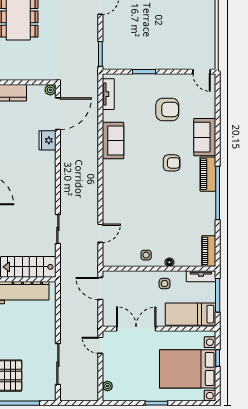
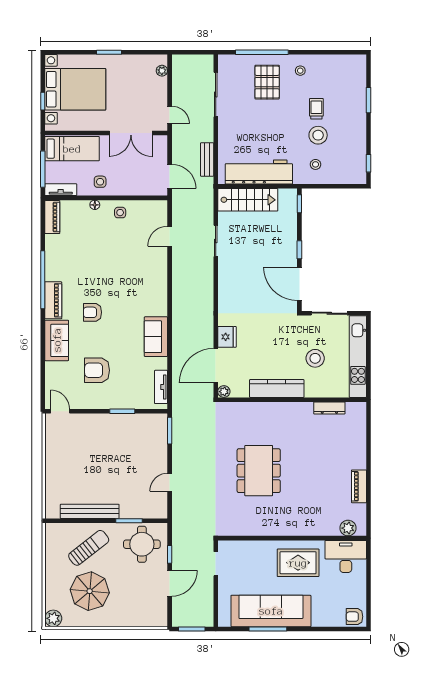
bench: (66, 304) -> (207, 160), added

